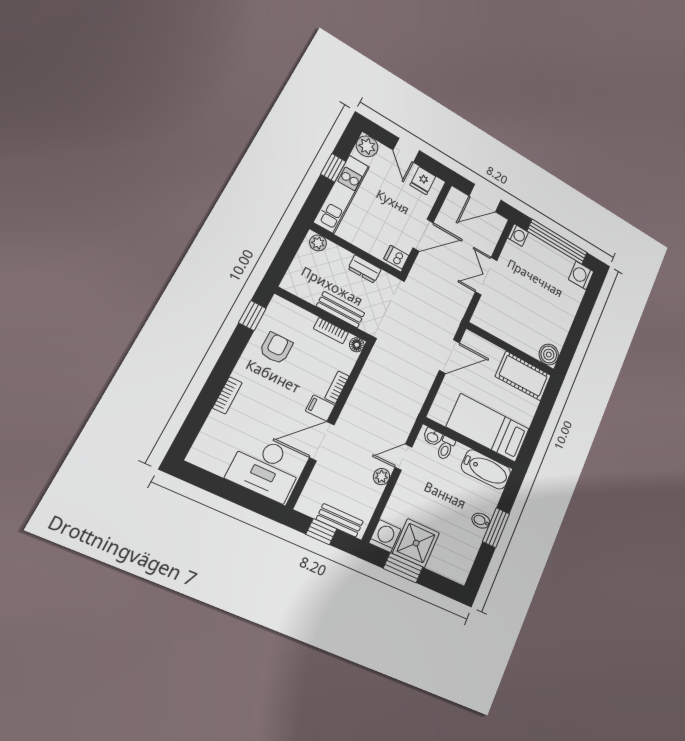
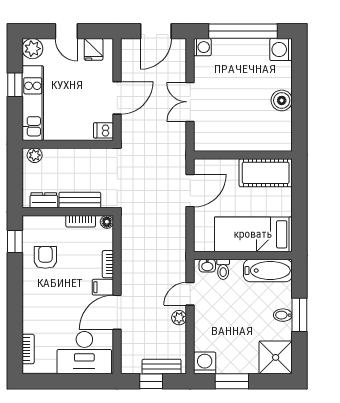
dresser: (365, 269) -> (44, 200), moved, turned 180
boiler: (549, 355) -> (282, 100), moved
bookcase: (227, 395) -> (28, 349), moved
shower: (416, 543) -> (276, 357), moved

